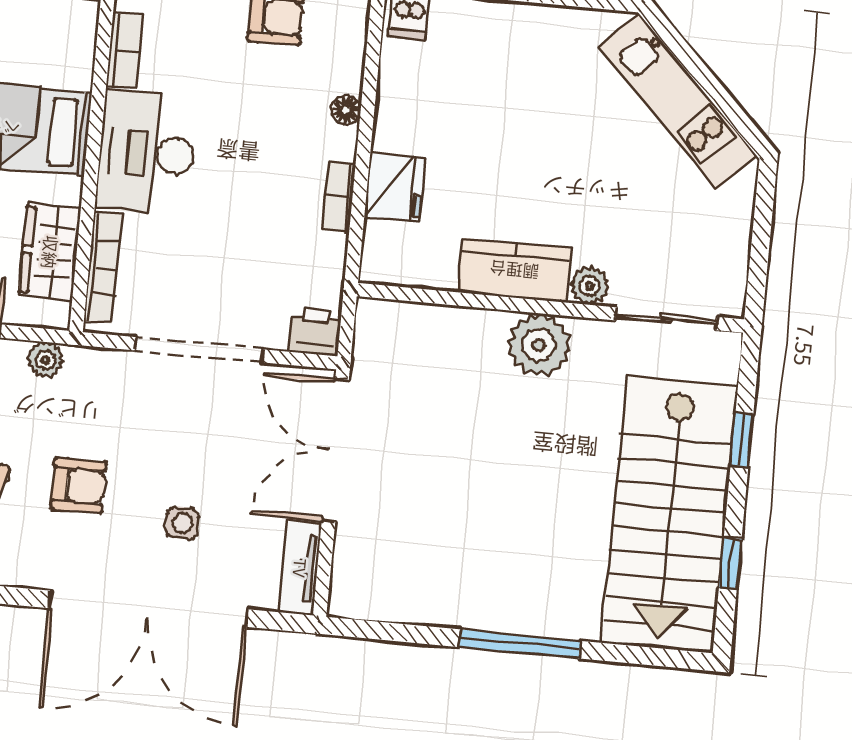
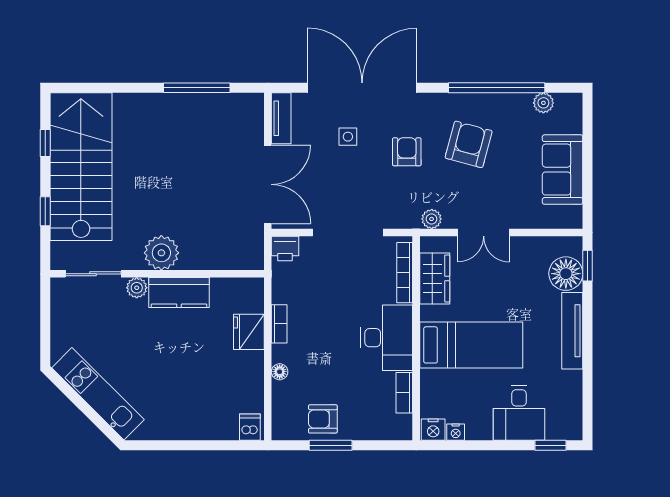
armchair: (79, 485) -> (407, 152), turned 90
window: (519, 644) -> (197, 88), moved

